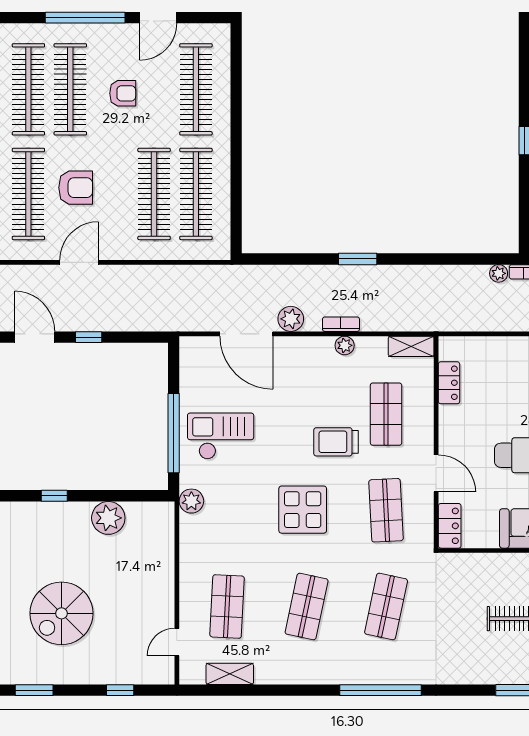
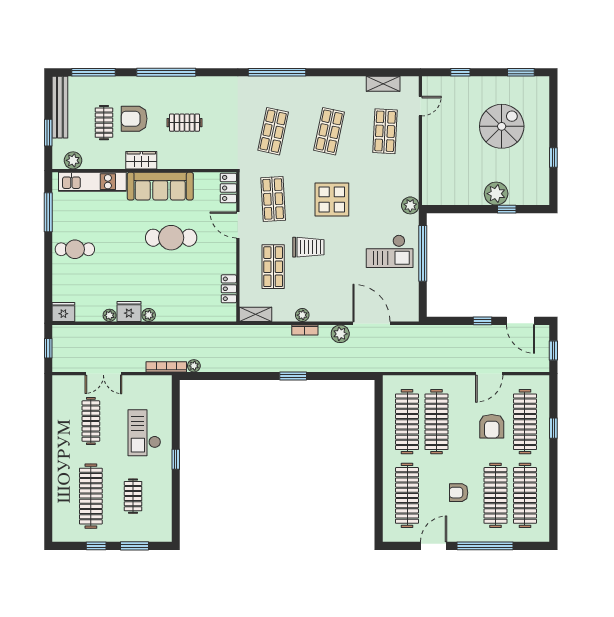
armchair: (76, 188) -> (492, 426), turned -90
plant: (108, 518) -> (496, 194), moved

